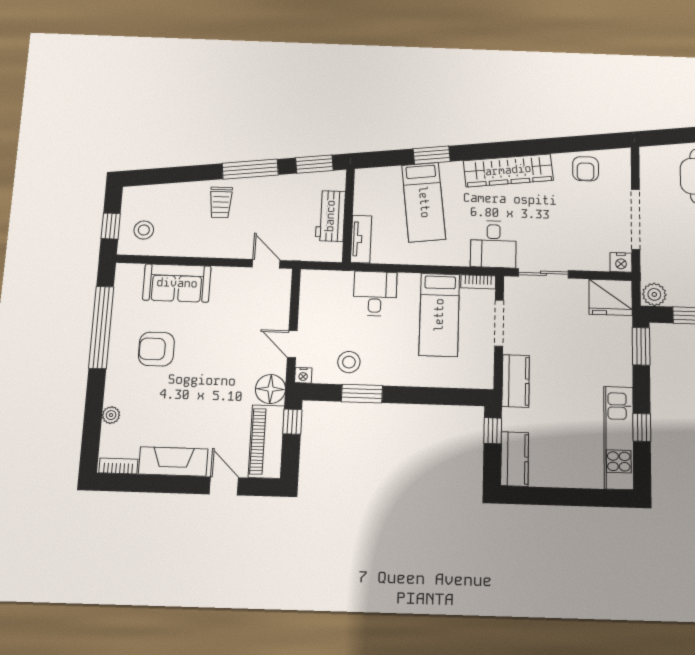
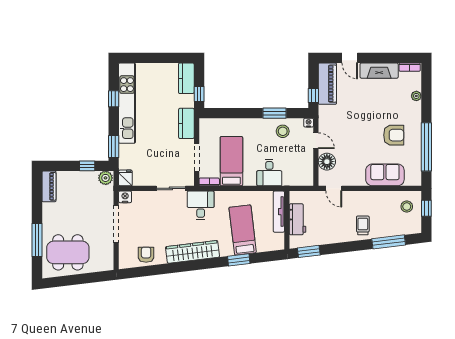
window: (250, 169) -> (389, 242), moved
tv unit: (361, 239) -> (279, 212), width x1.41
fridge: (611, 297) -> (125, 178), width x0.53, depth x0.75
floor lamp: (270, 389) -> (327, 162), moved
kitchen unit: (619, 438) -> (127, 103), width x1.36

